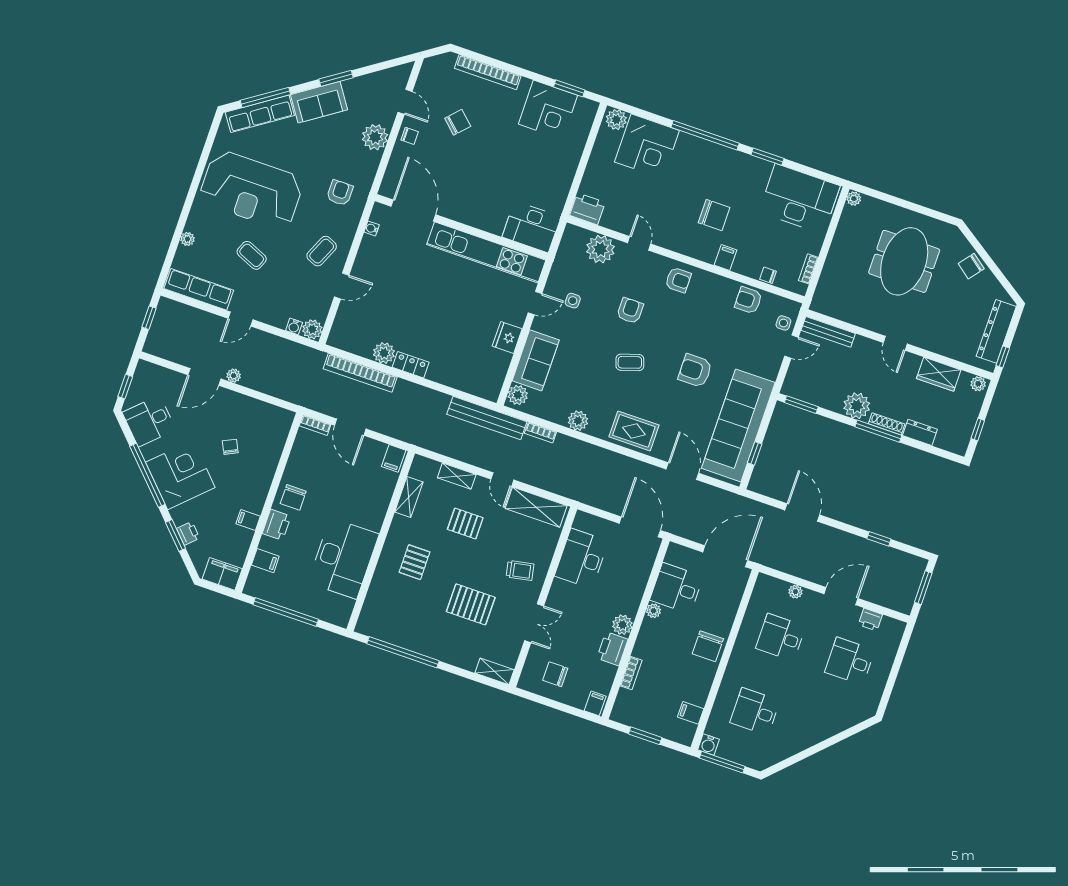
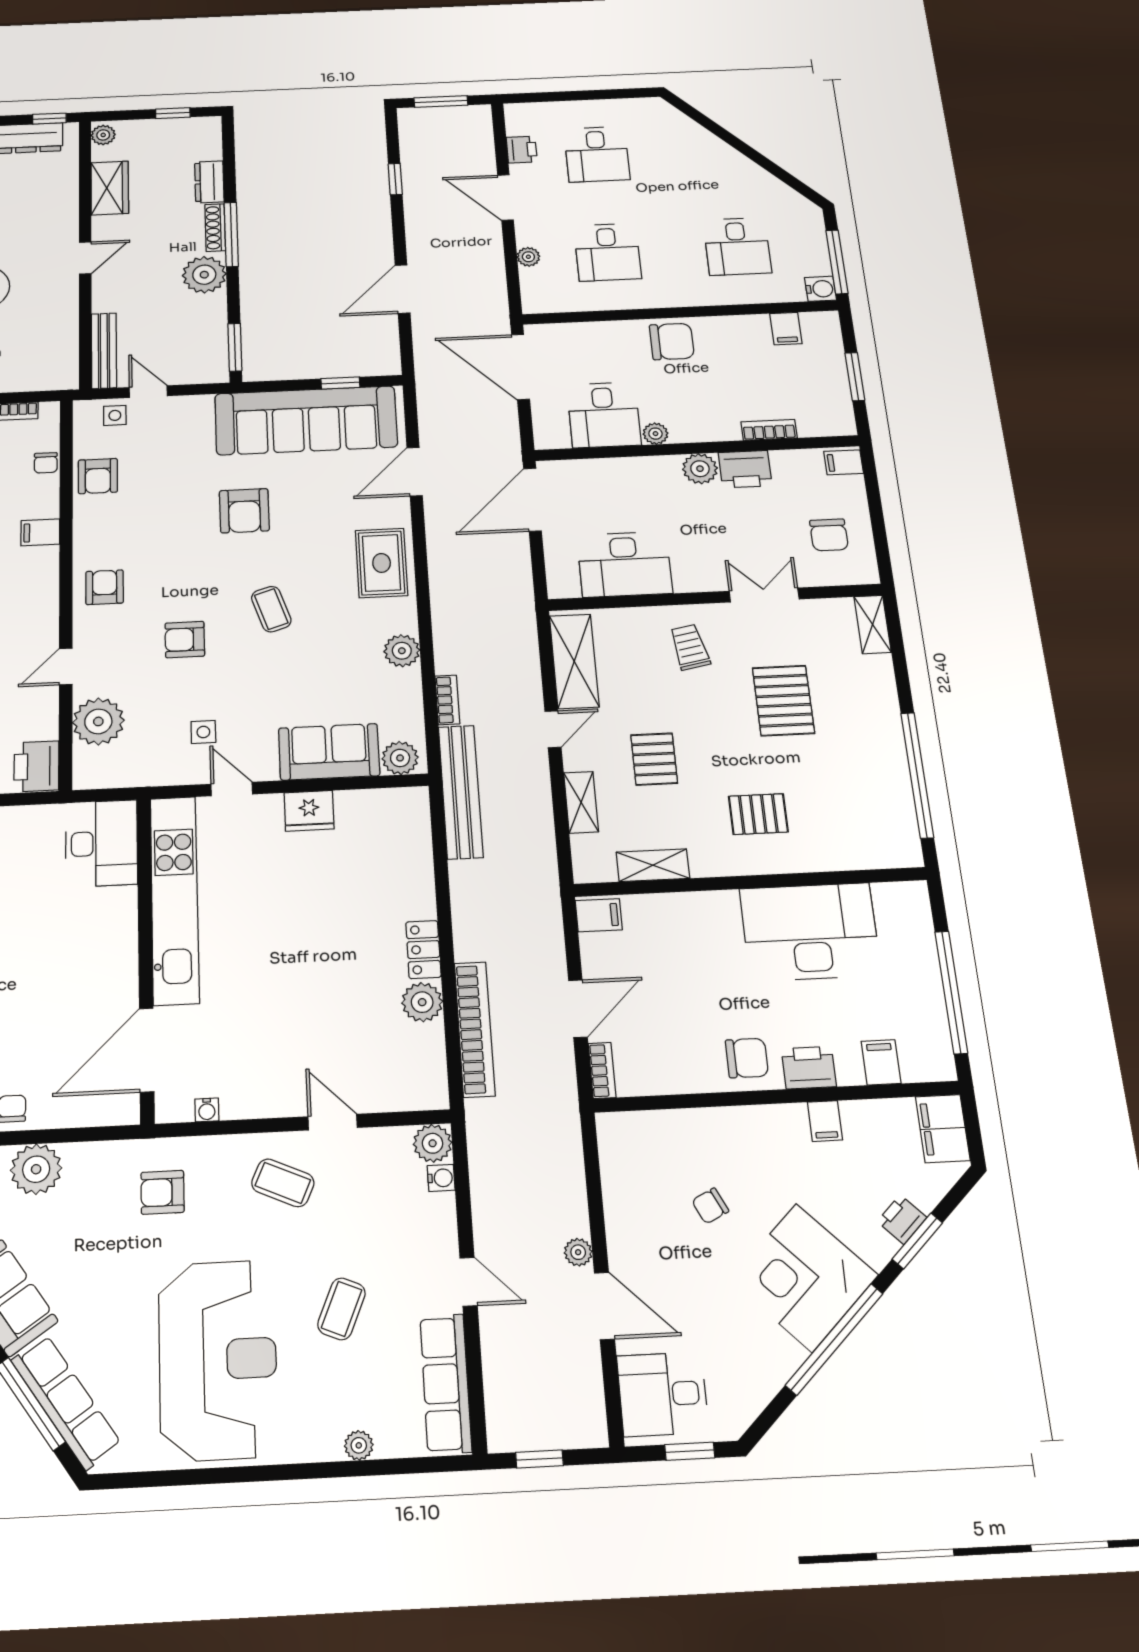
desk: (149, 421) -> (663, 1394), moved, turned 134

